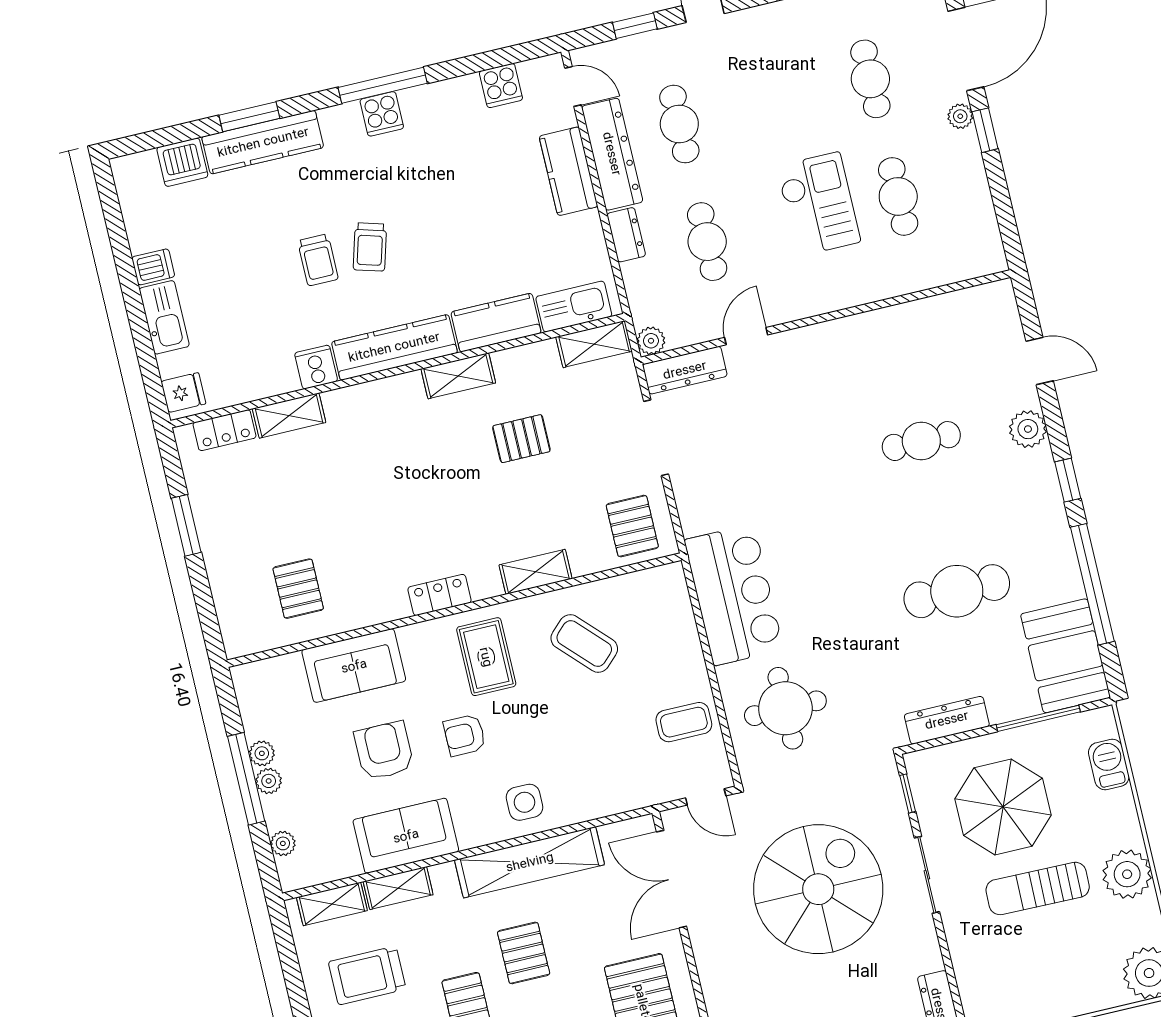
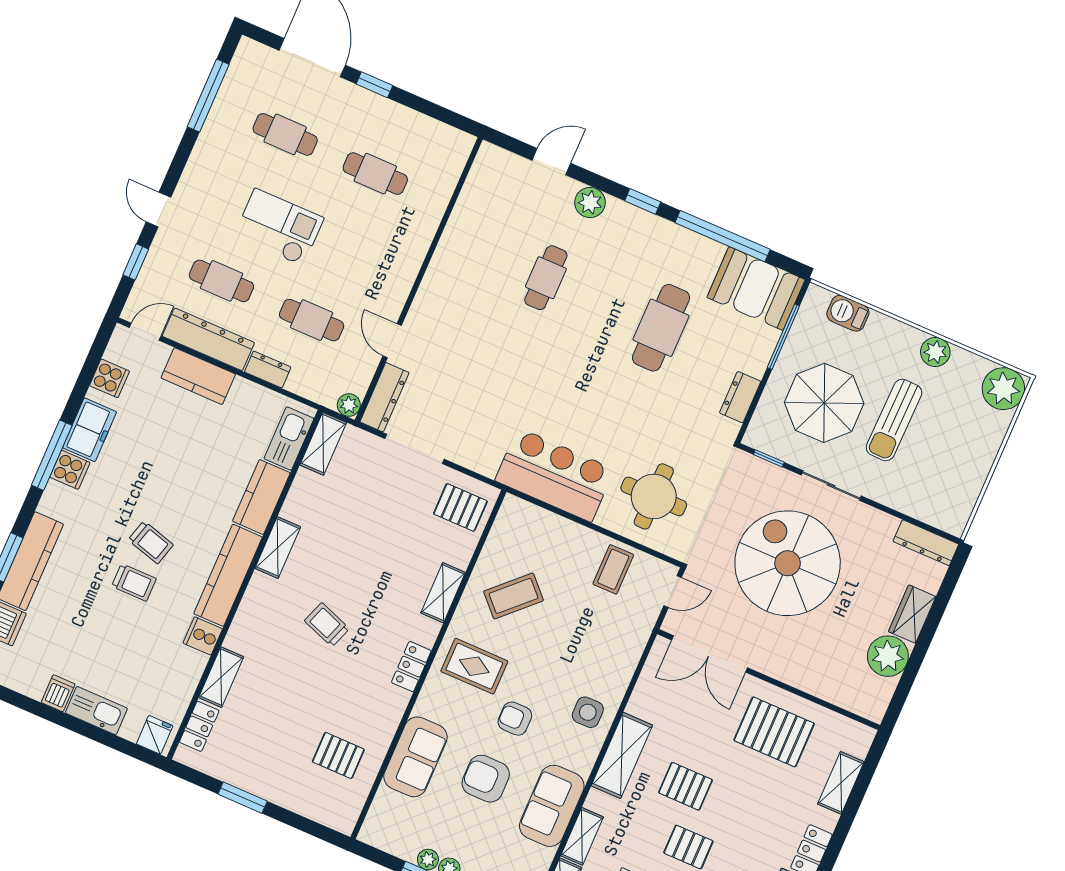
freezer: (436, 104) -> (90, 430), added
plant: (960, 116) -> (353, 94), removed
checkout: (818, 204) -> (279, 227), moved
pallet: (521, 439) -> (349, 537), removed
trolley: (418, 481) -> (327, 625), added
dresser: (947, 720) -> (740, 397), width x0.70
armchair: (465, 735) -> (515, 719), turned 90
shelving: (530, 862) -> (622, 755), width x0.68
plant: (1127, 874) -> (935, 352), width x0.73, depth x0.73

